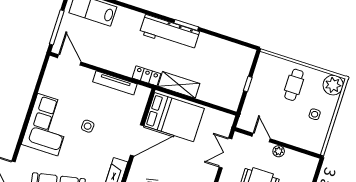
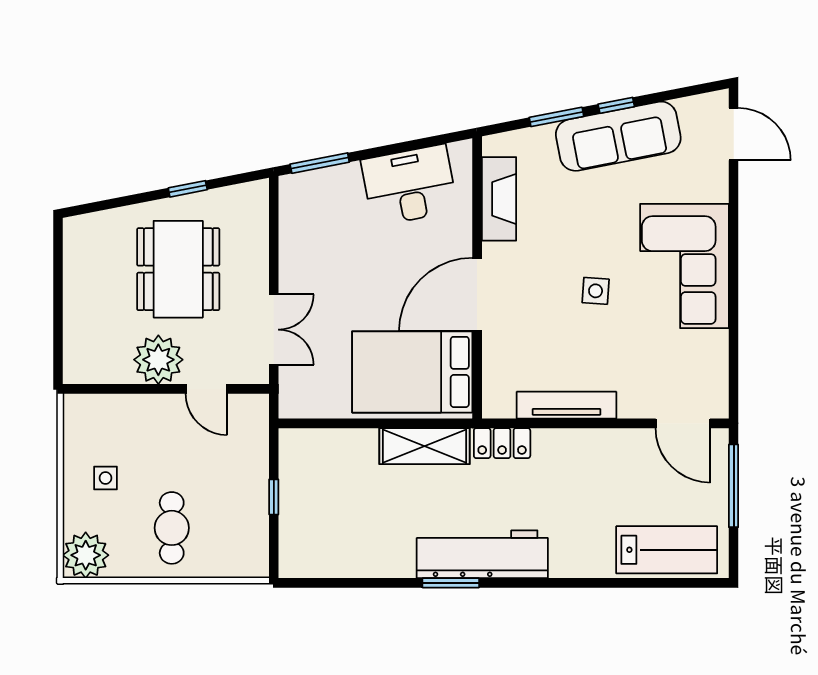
plant: (279, 151) -> (158, 360), width x1.88, depth x1.88

